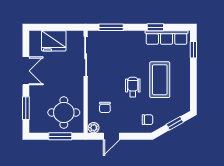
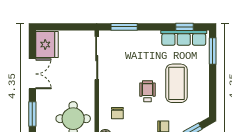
window: (155, 27) -> (185, 27), moved
fridge: (54, 41) -> (47, 45), moved, turned -90
window: (193, 50) -> (213, 51), width x1.50

